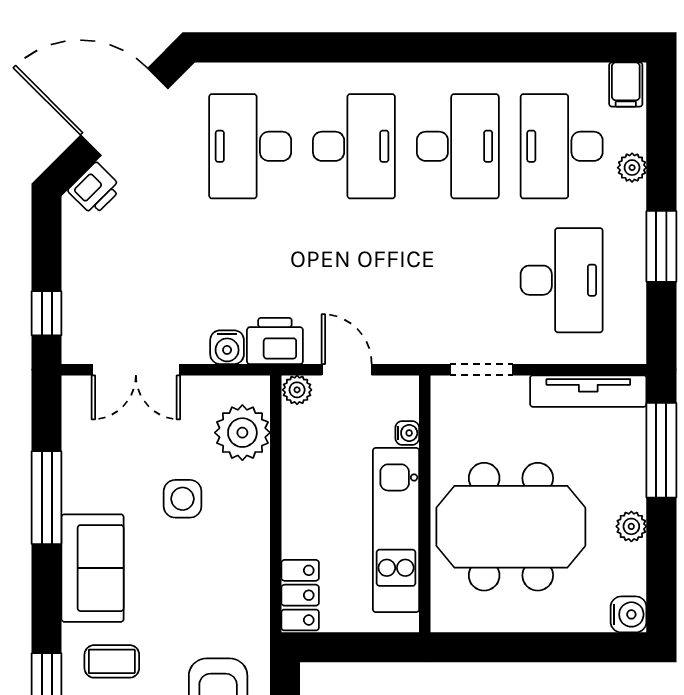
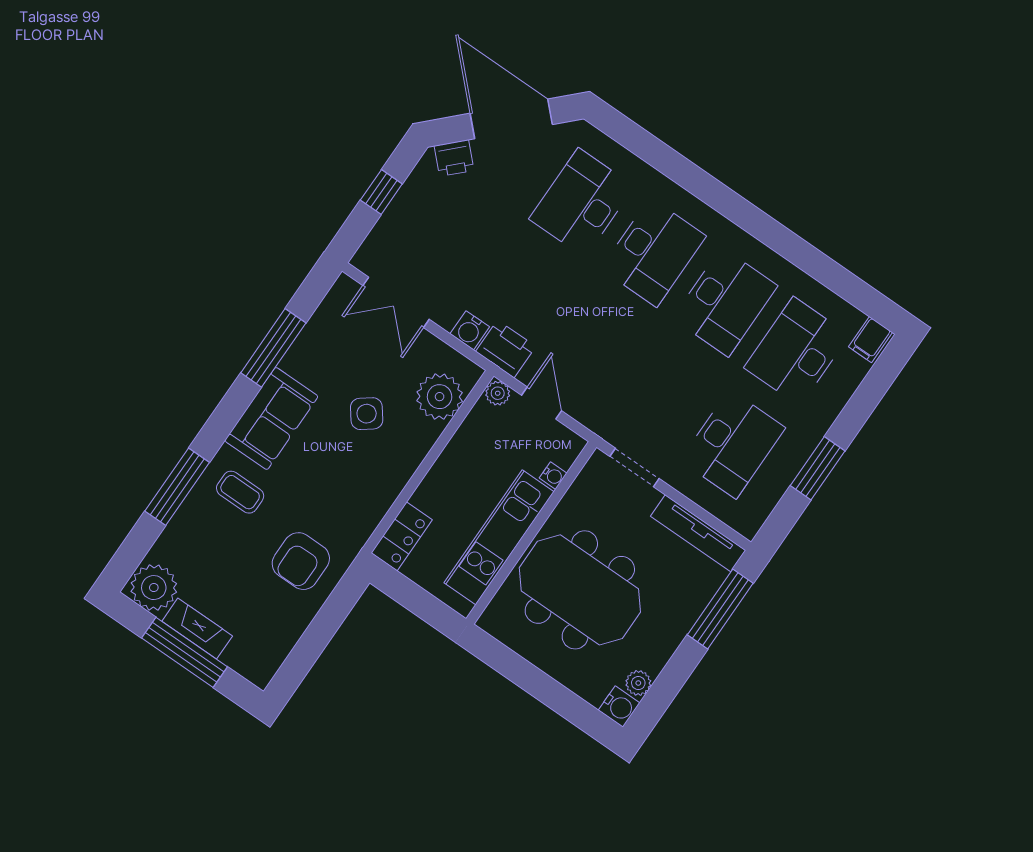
plant: (632, 168) -> (835, 400), removed
window: (47, 313) -> (381, 192), moved
side table: (183, 499) -> (367, 414), turned -37
plant: (631, 526) -> (638, 683), moved

